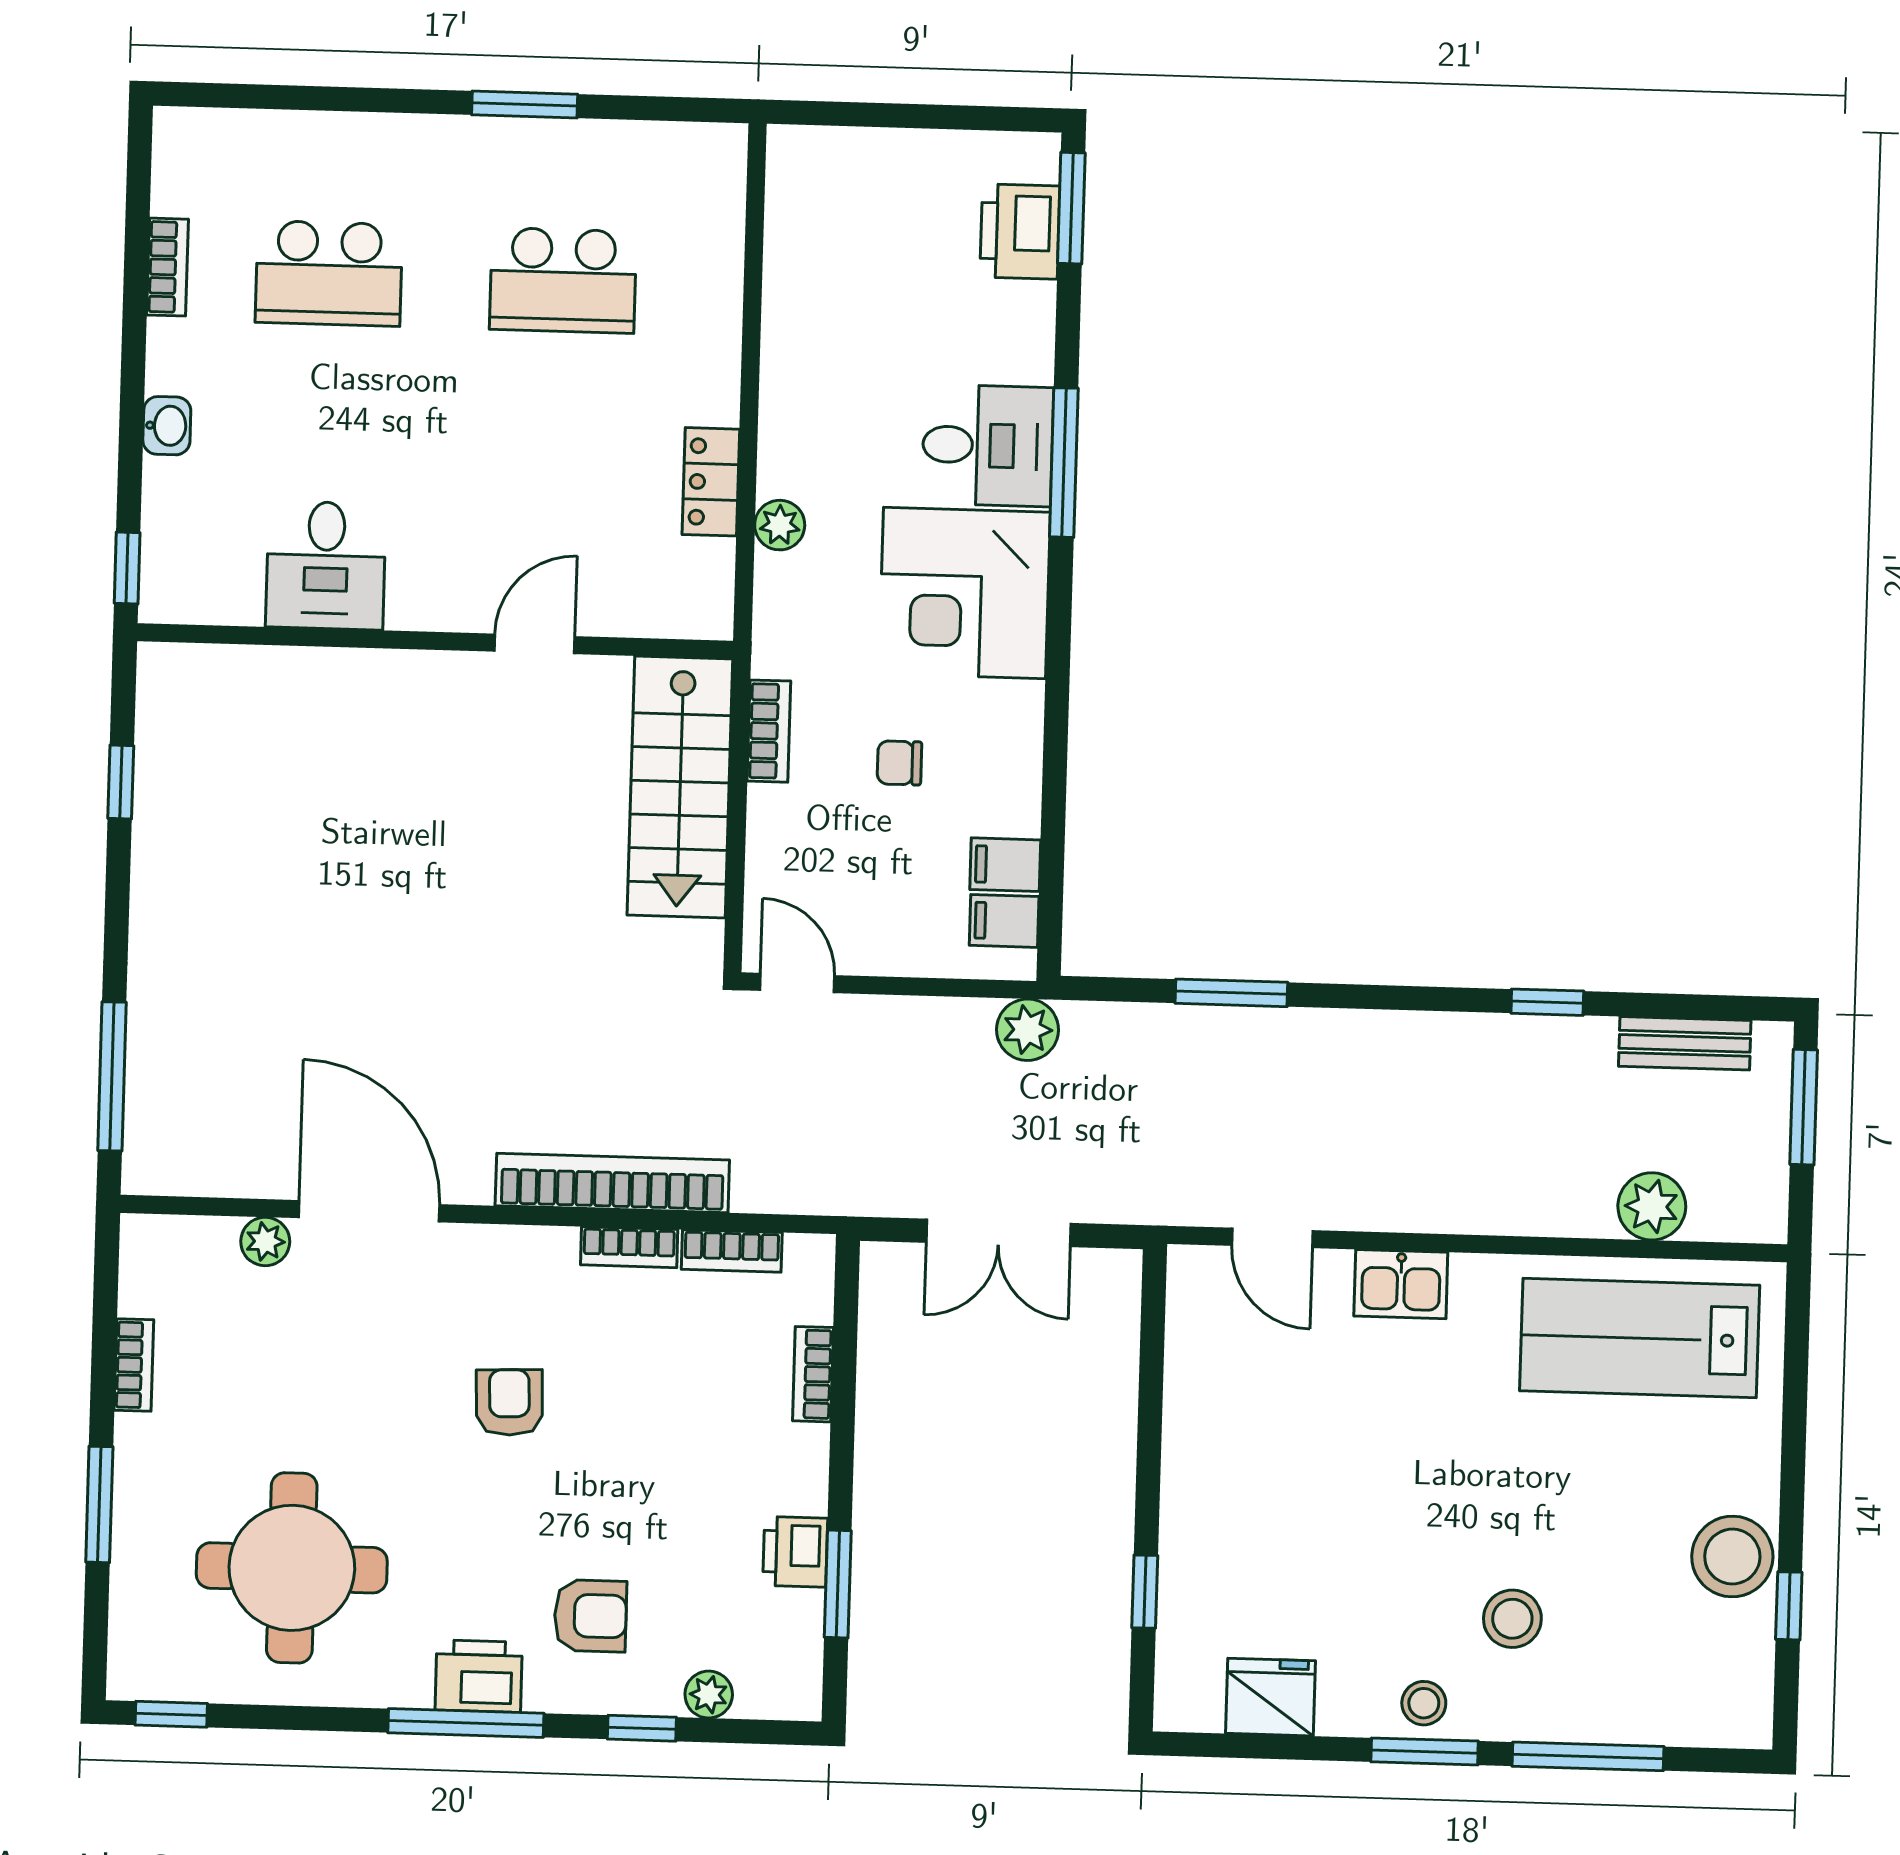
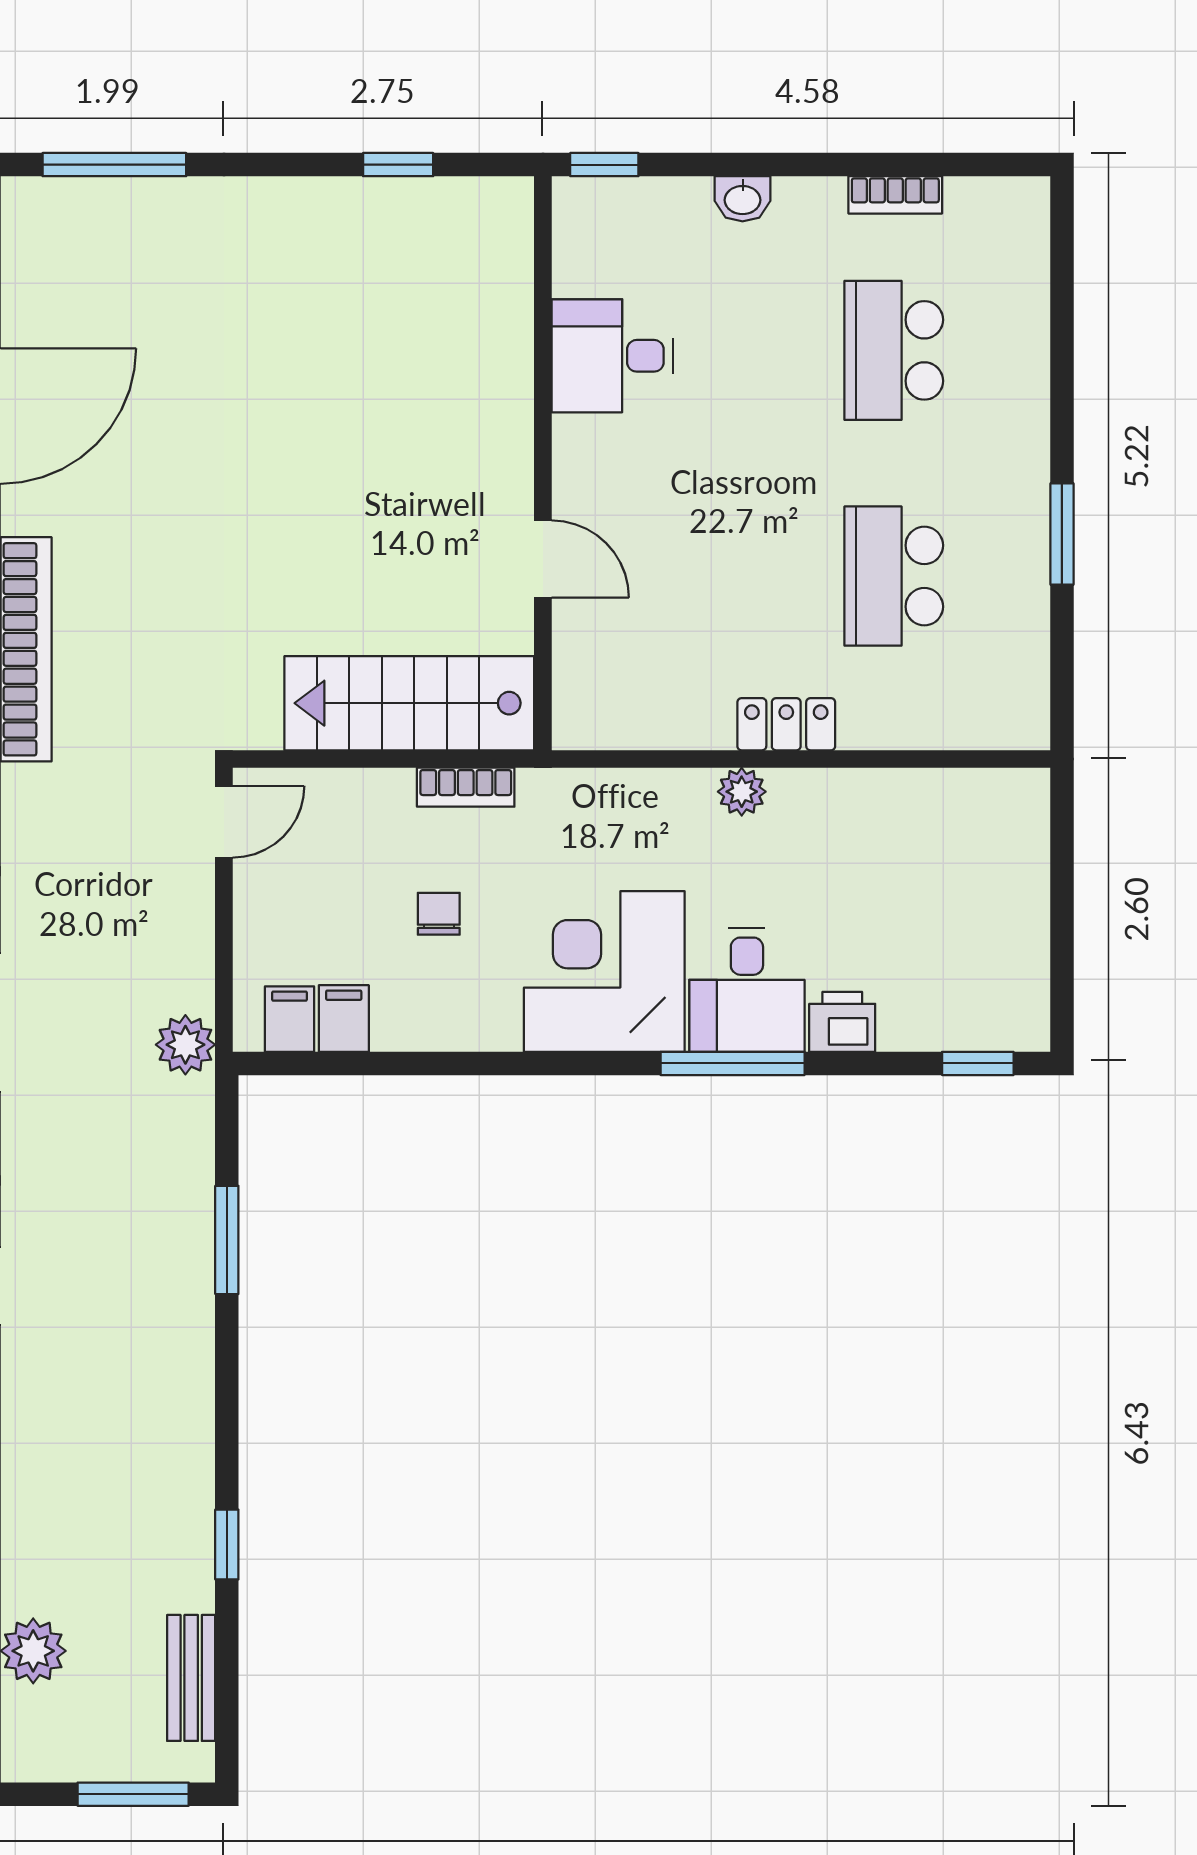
window: (1071, 208) -> (978, 1063), width x0.67
printer: (1020, 231) -> (842, 1022), moved, width x0.73, depth x0.81
locker: (711, 482) -> (786, 724), moved
plant: (780, 525) -> (742, 792), moved

